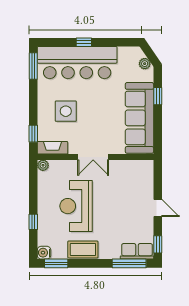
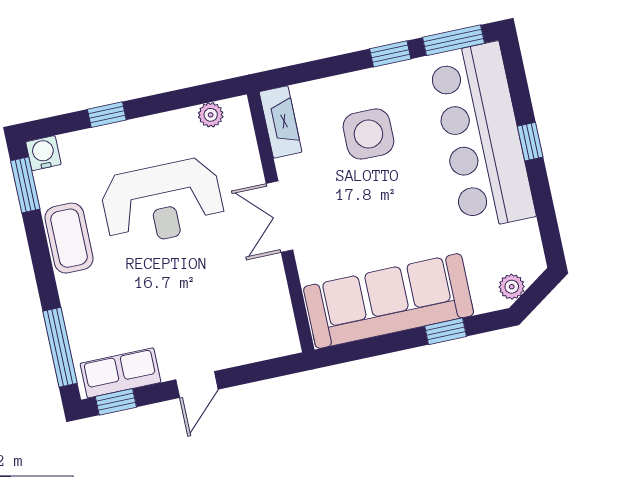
window: (33, 134) -> (390, 54), moved
plant: (43, 165) -> (211, 115), moved
reception desk: (76, 206) -> (162, 202), turned 180
row of seats: (137, 251) -> (120, 373), moved, turned -90

